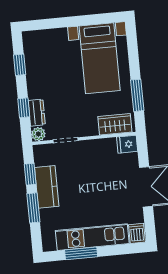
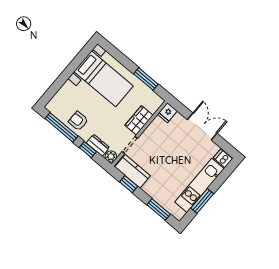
window: (20, 65) -> (61, 127), width x2.17
armchair: (40, 74) -> (78, 121), added
wardrobe: (115, 124) -> (139, 120), moved
kitchen counter: (47, 187) -> (133, 171), moved
window: (33, 208) -> (159, 209), moved

